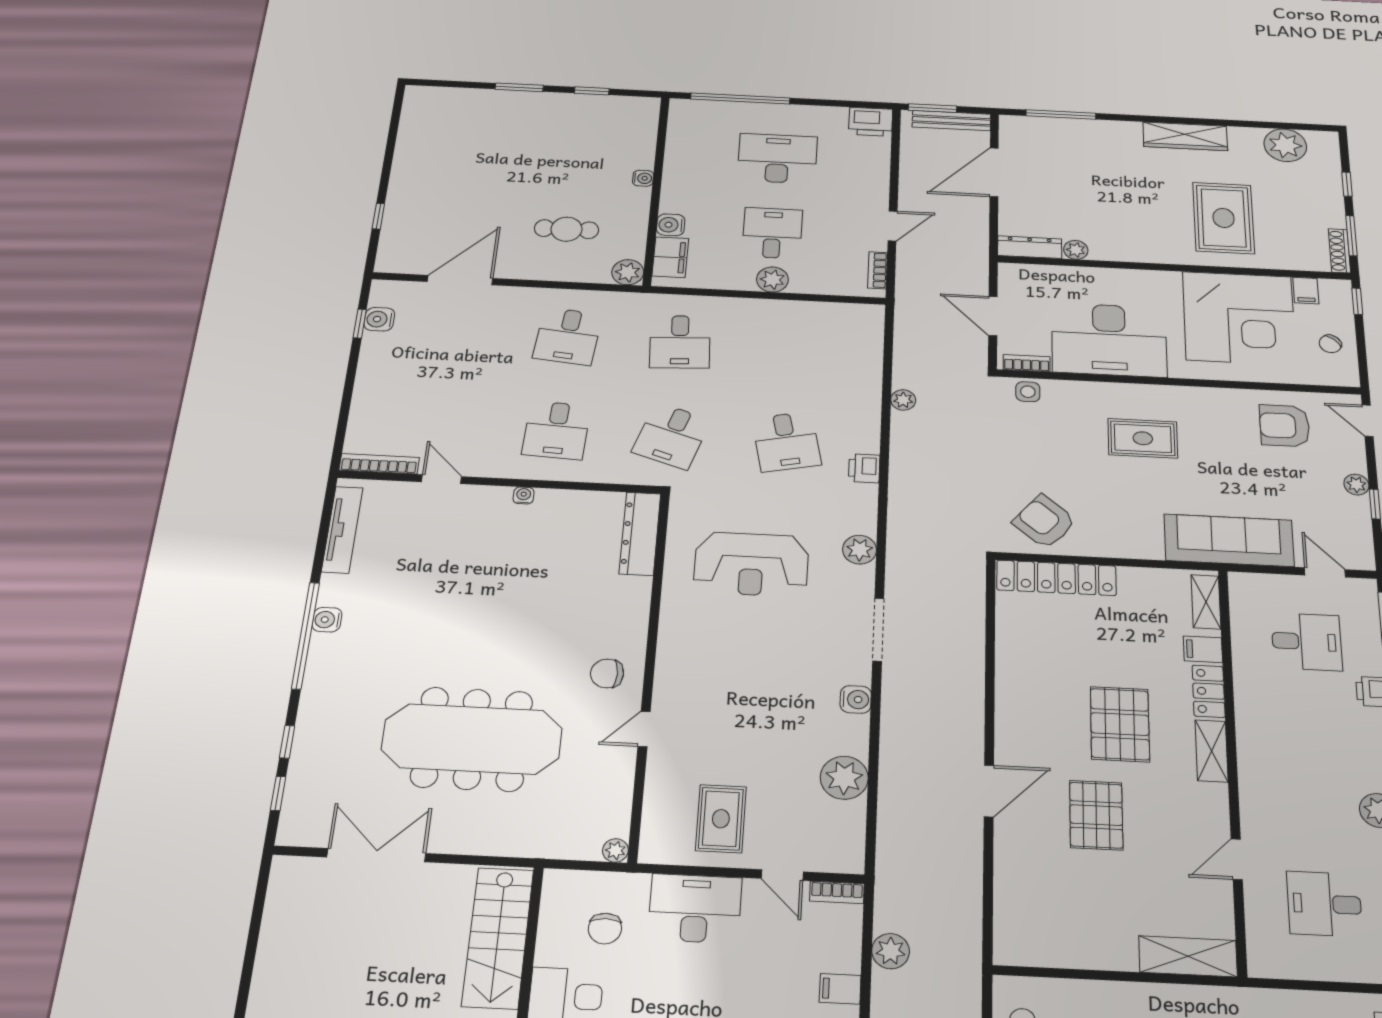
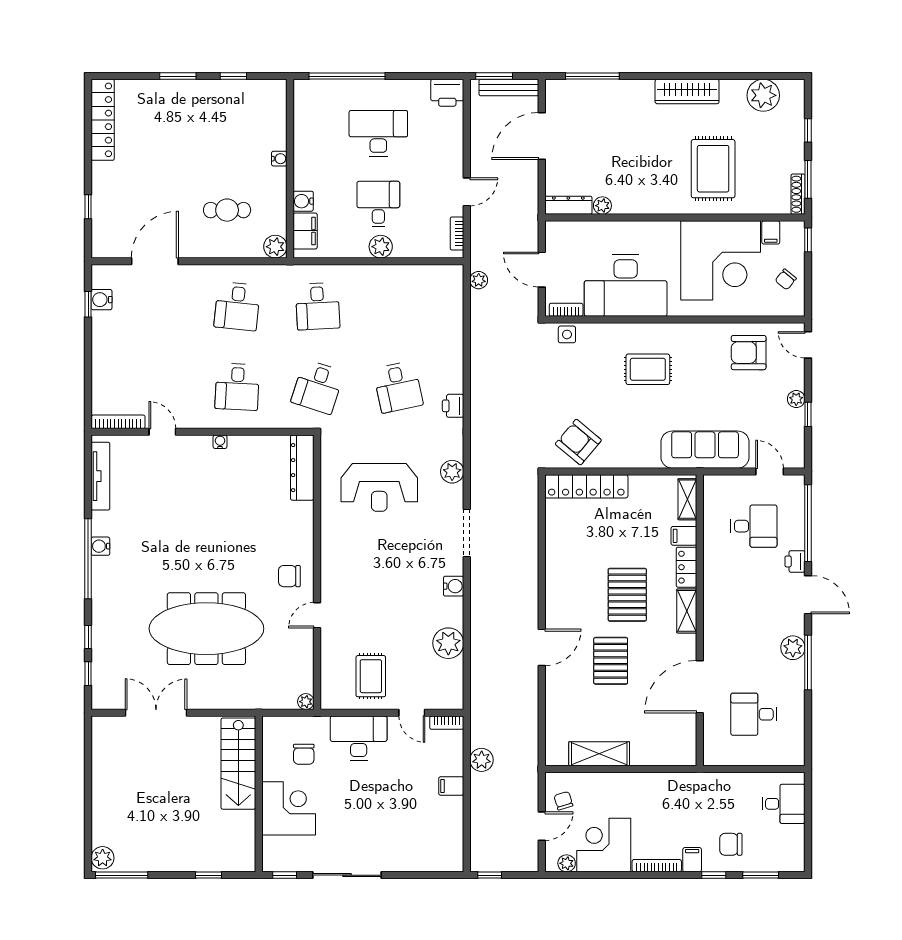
locker: (413, 126) -> (103, 120), added
plant: (903, 400) -> (479, 280), moved
door: (1237, 859) -> (700, 687), width x1.87
shelving: (1188, 956) -> (599, 754), moved

